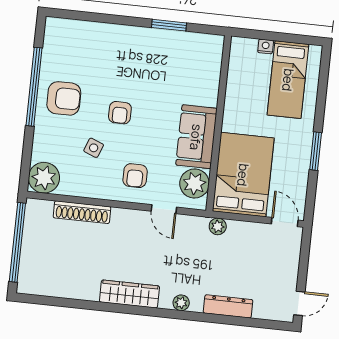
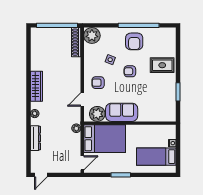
rug: (115, 50) -> (162, 65), added
shoe rack: (82, 212) -> (76, 42), moved
door: (299, 303) -> (41, 175), hinge flipped

